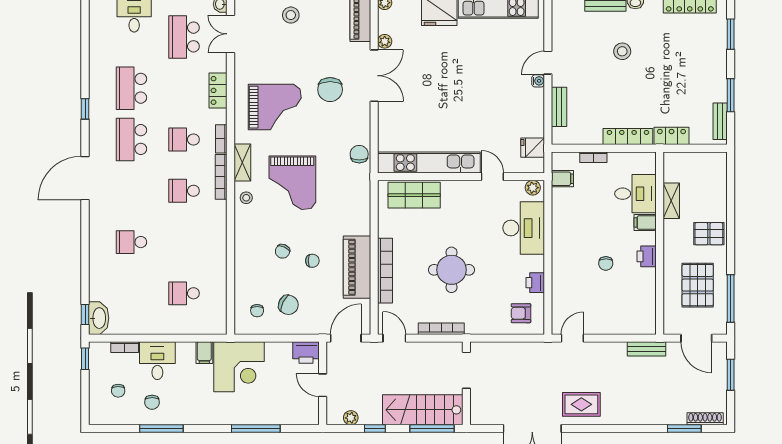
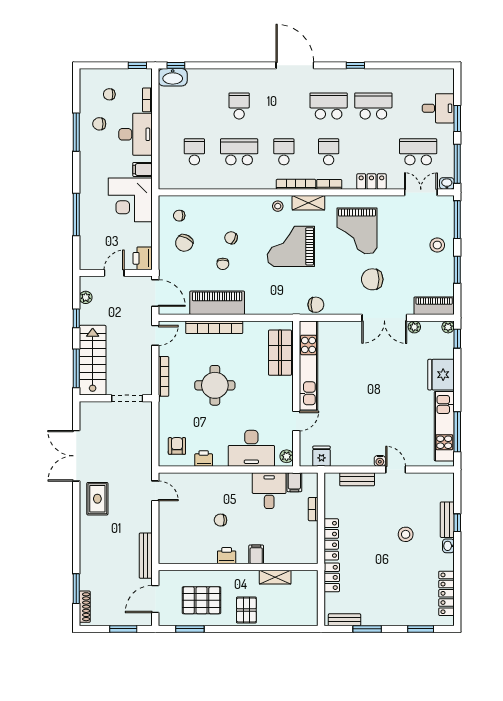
desk: (635, 194) -> (269, 491), moved, turned 180
school desk: (184, 242) -> (239, 152), added
window: (731, 298) -> (190, 629), width x0.69
bench: (647, 349) -> (146, 556), width x1.36
desk: (157, 361) -> (136, 134), width x1.37

